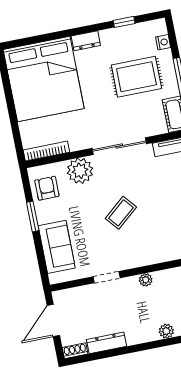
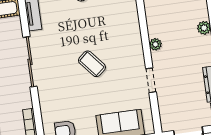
plant: (80, 171) -> (51, 100), removed

